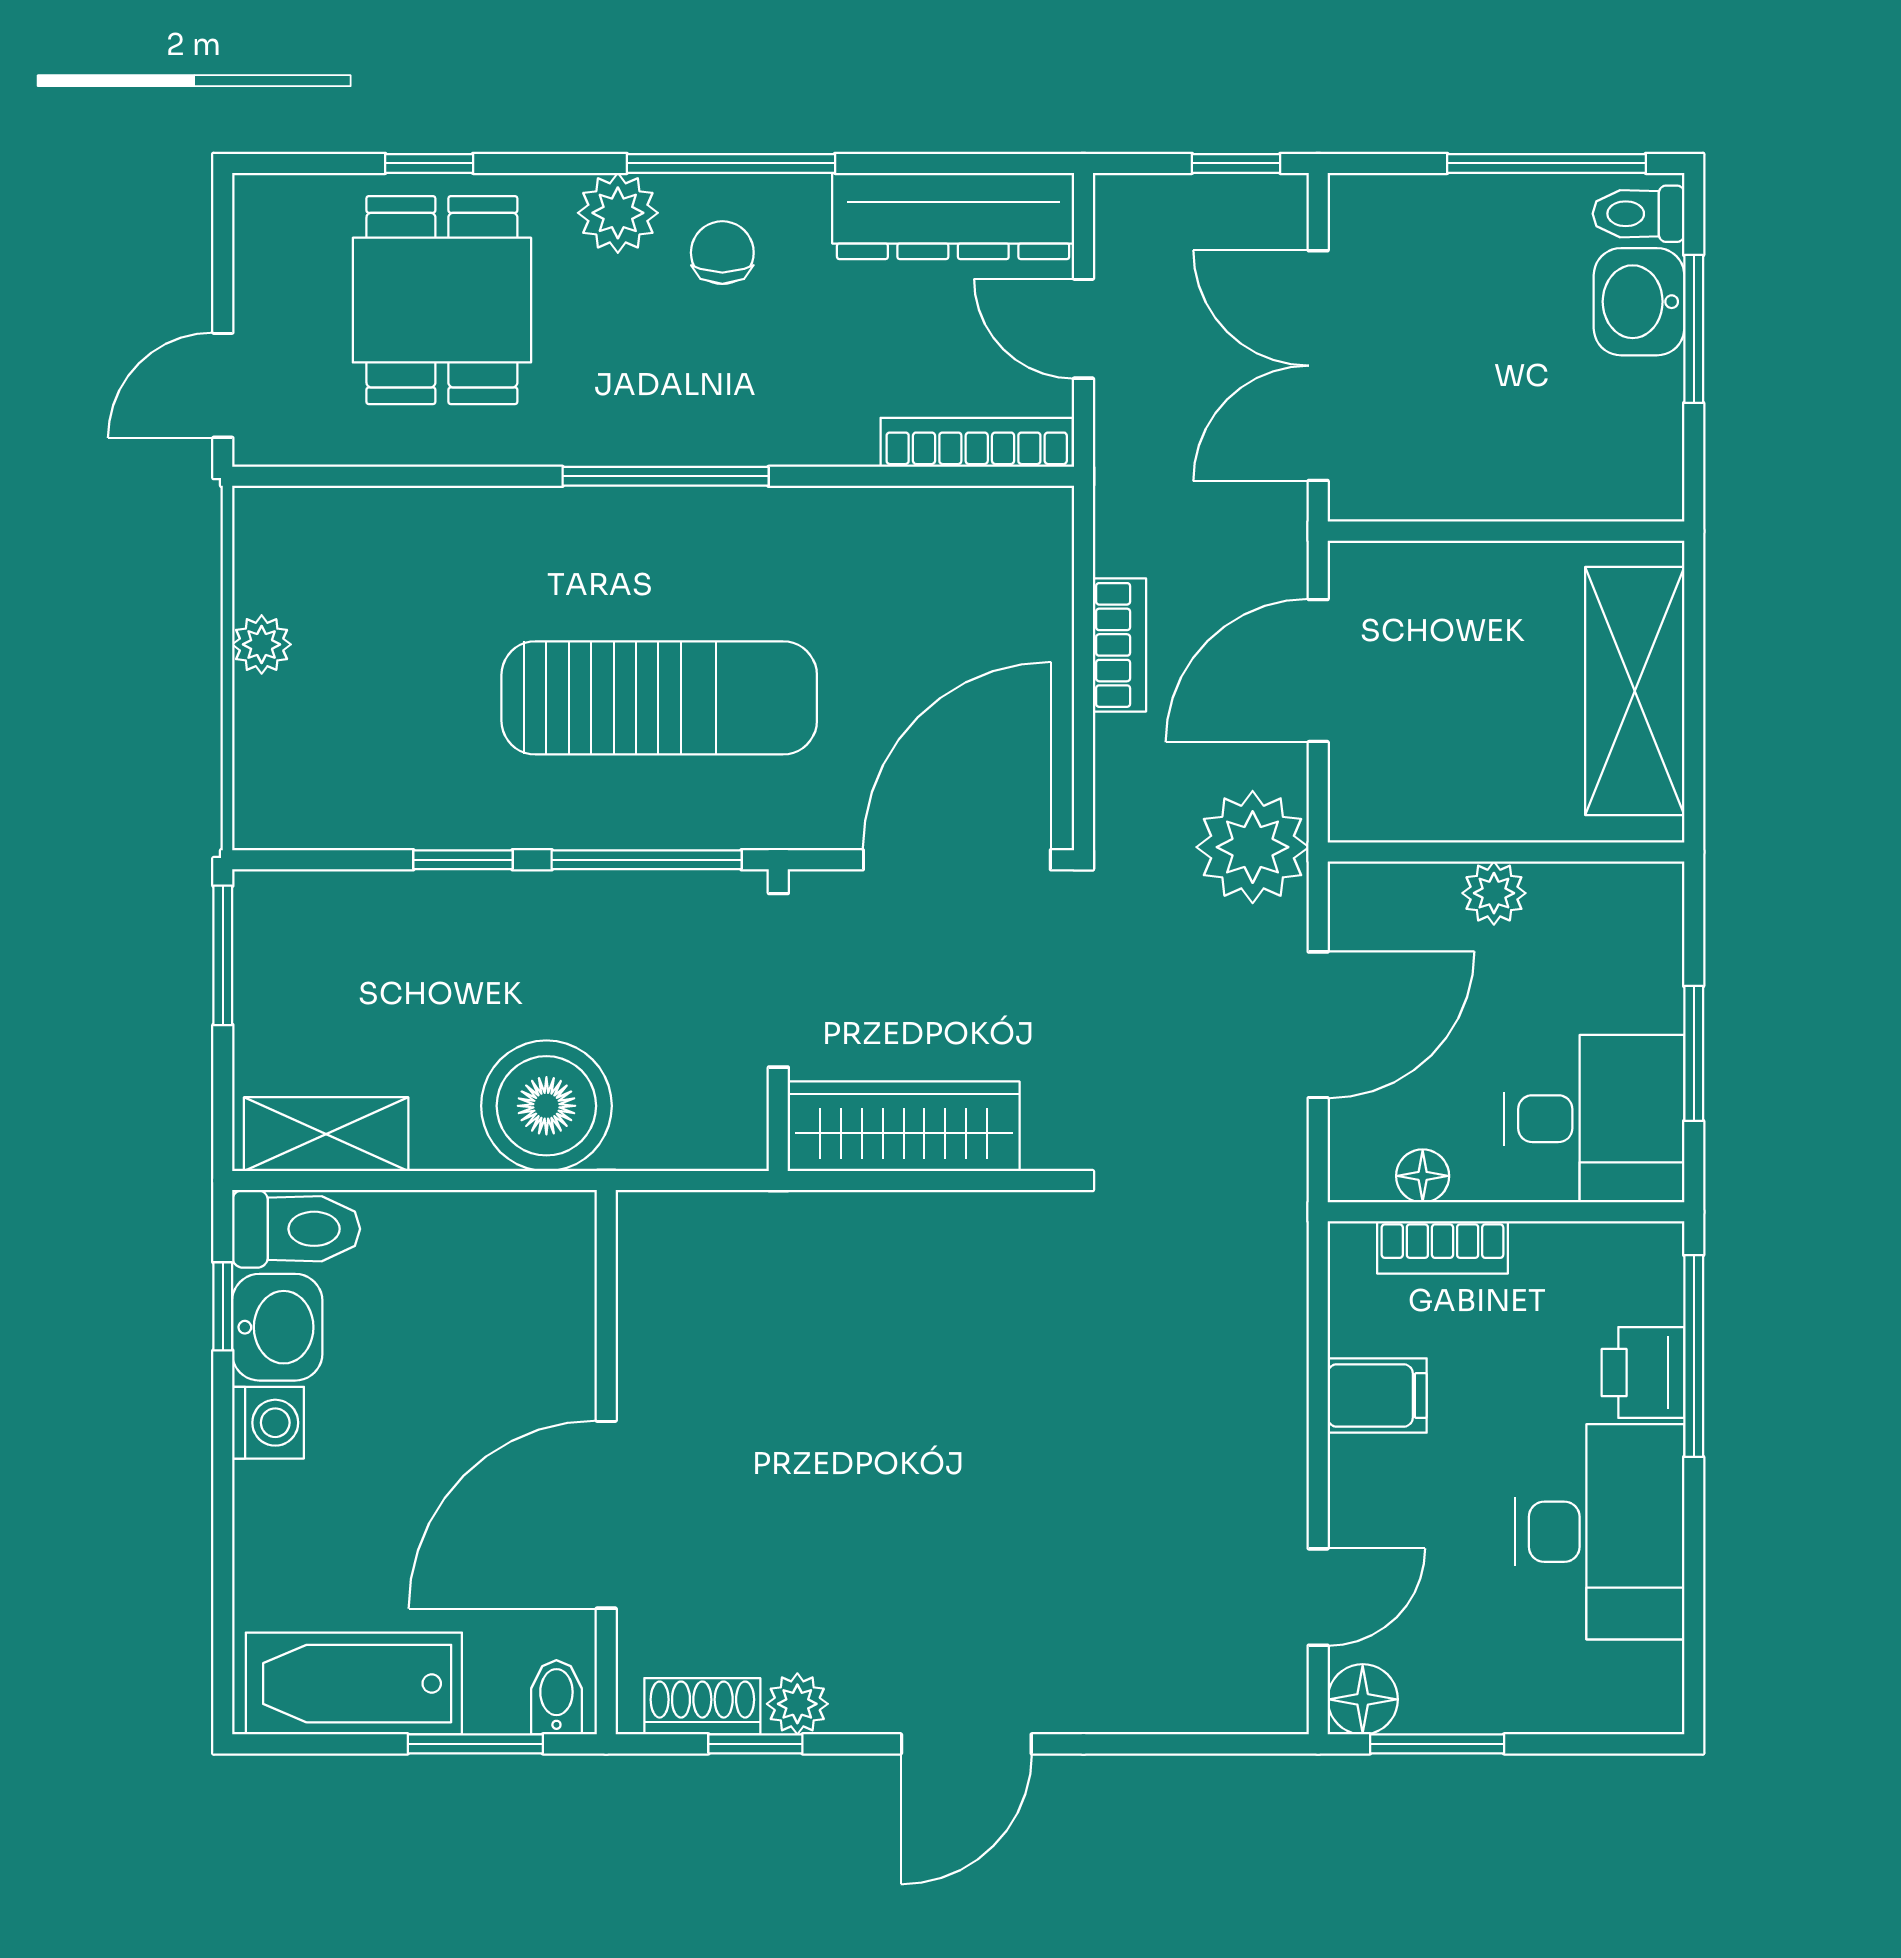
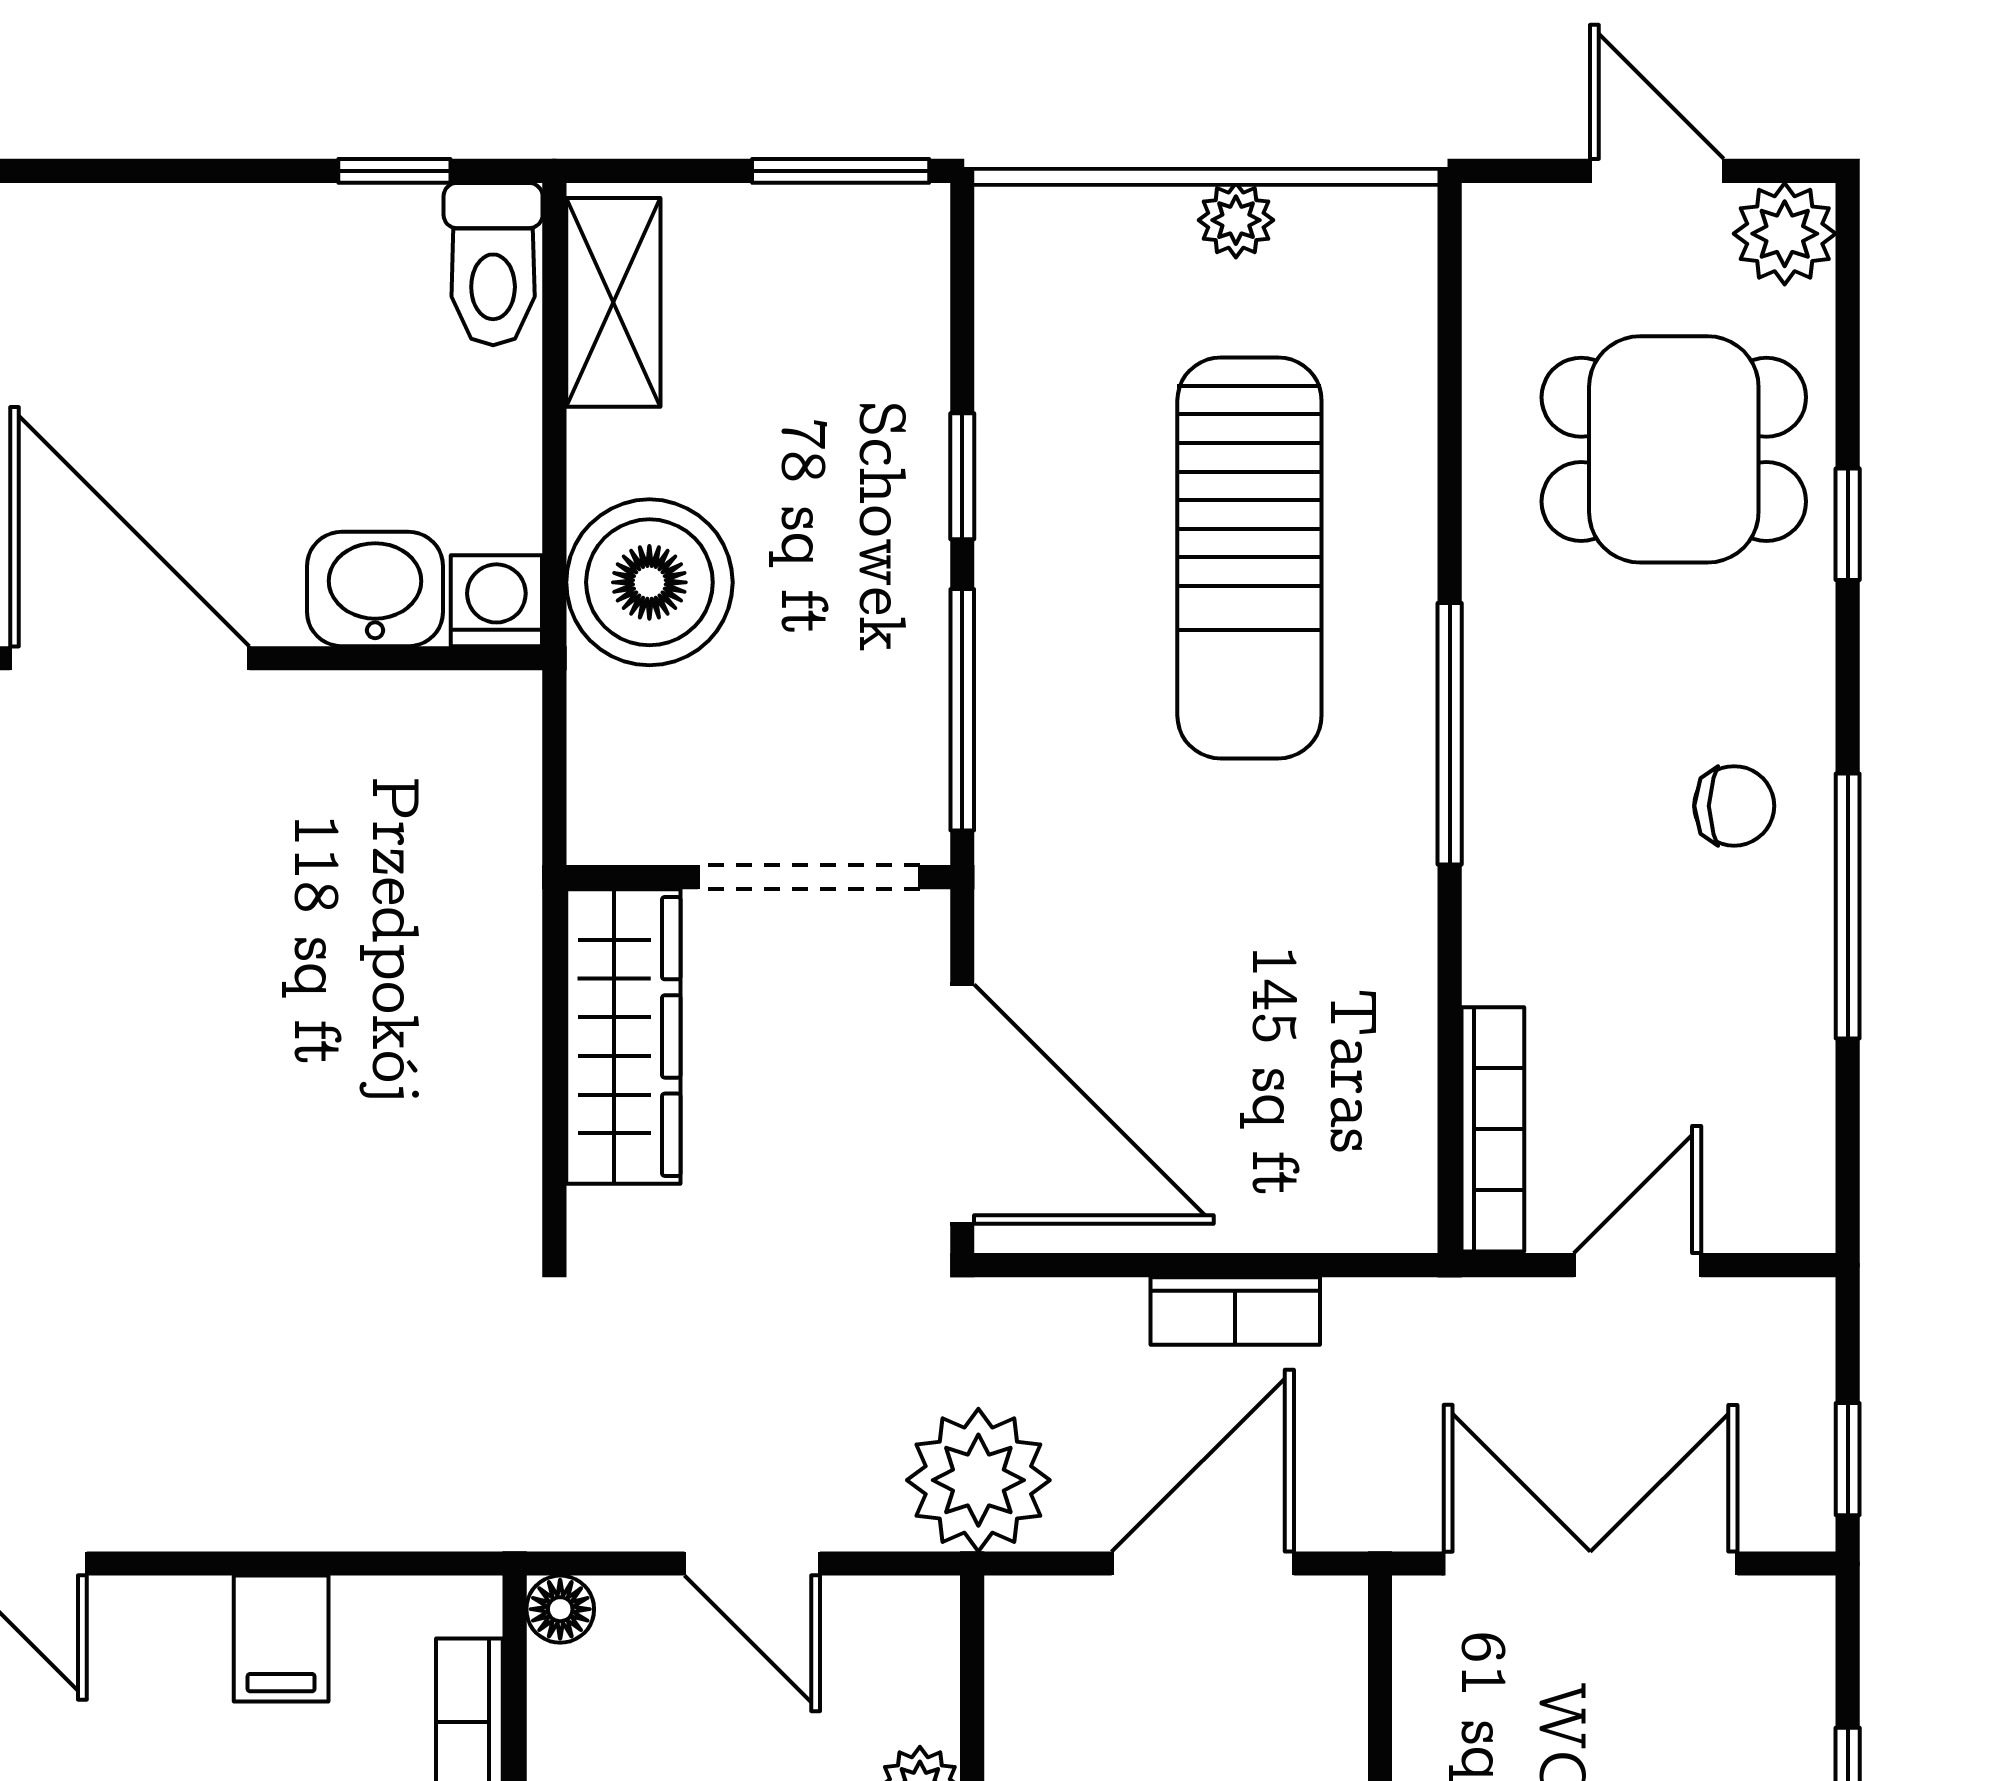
window: (429, 163) -> (1848, 524), moved
window: (731, 163) -> (1848, 906), moved
plant: (618, 213) -> (1785, 234), moved
dresser: (953, 216) -> (1781, 1099), removed
door: (223, 385) -> (1657, 171), moved
door: (1318, 671) -> (1203, 1564), hinge flipped
sun lounger: (659, 698) -> (1249, 558), moved
door: (1318, 1025) -> (752, 1564), width x0.73
floor lamp: (1423, 1176) -> (560, 1609), moved
washbasin: (277, 1327) -> (375, 589), moved, turned 180
washing machine: (268, 1423) -> (496, 601), moved, turned 180

